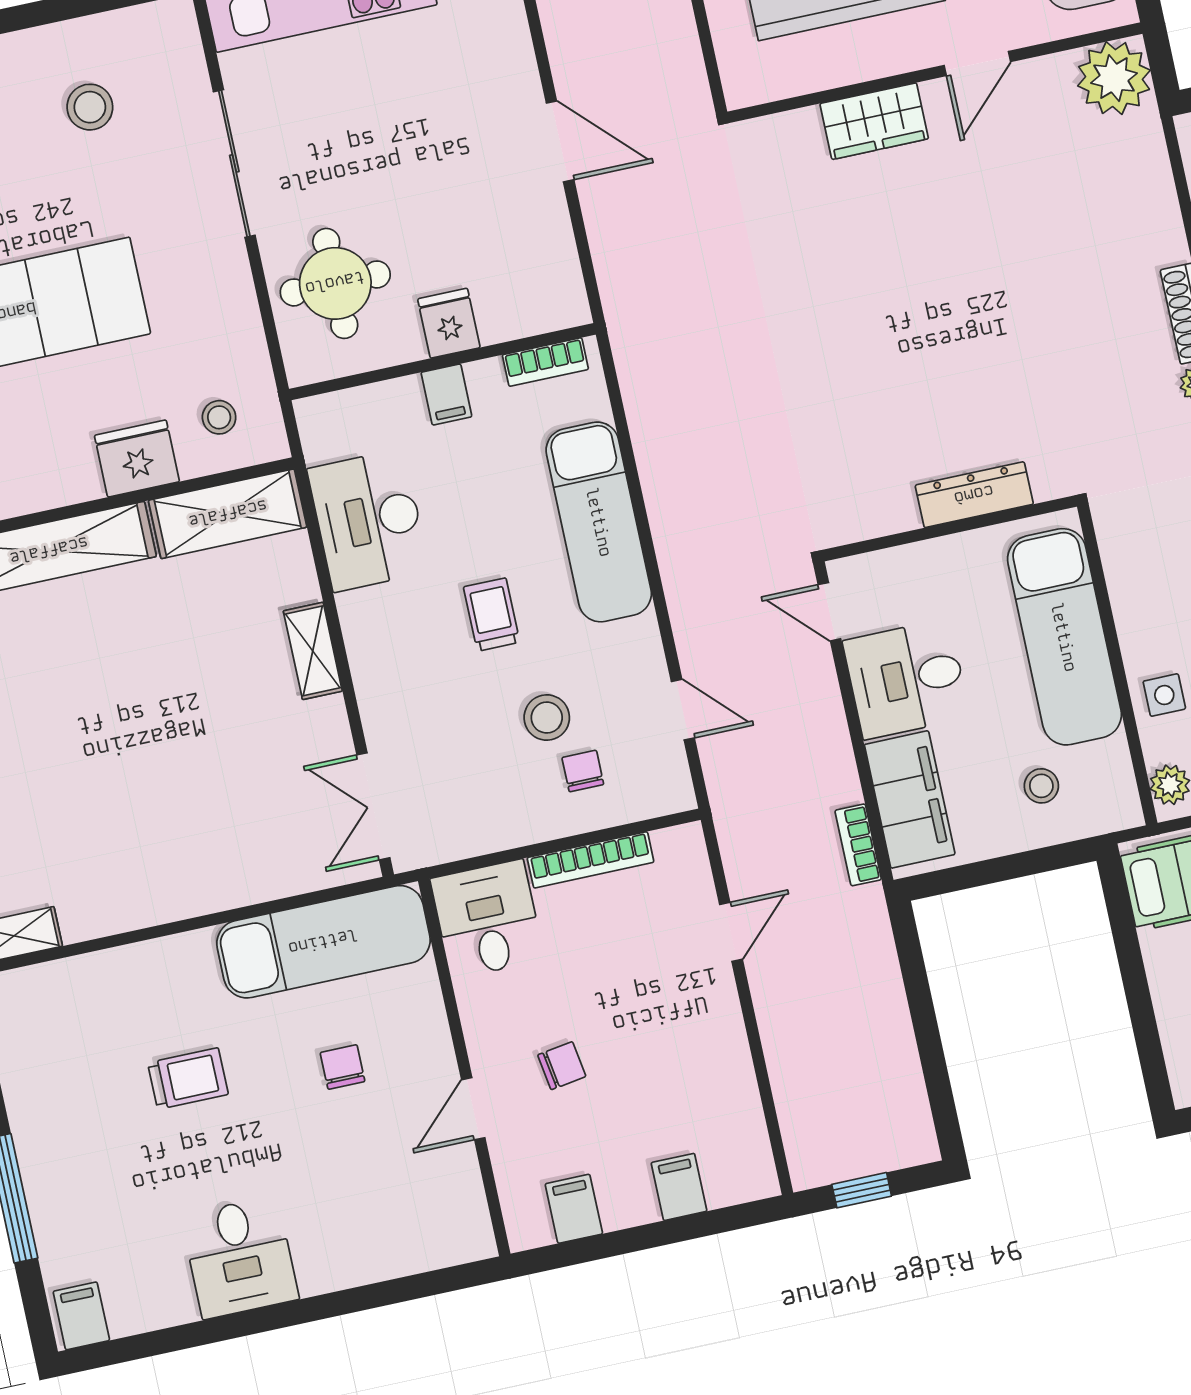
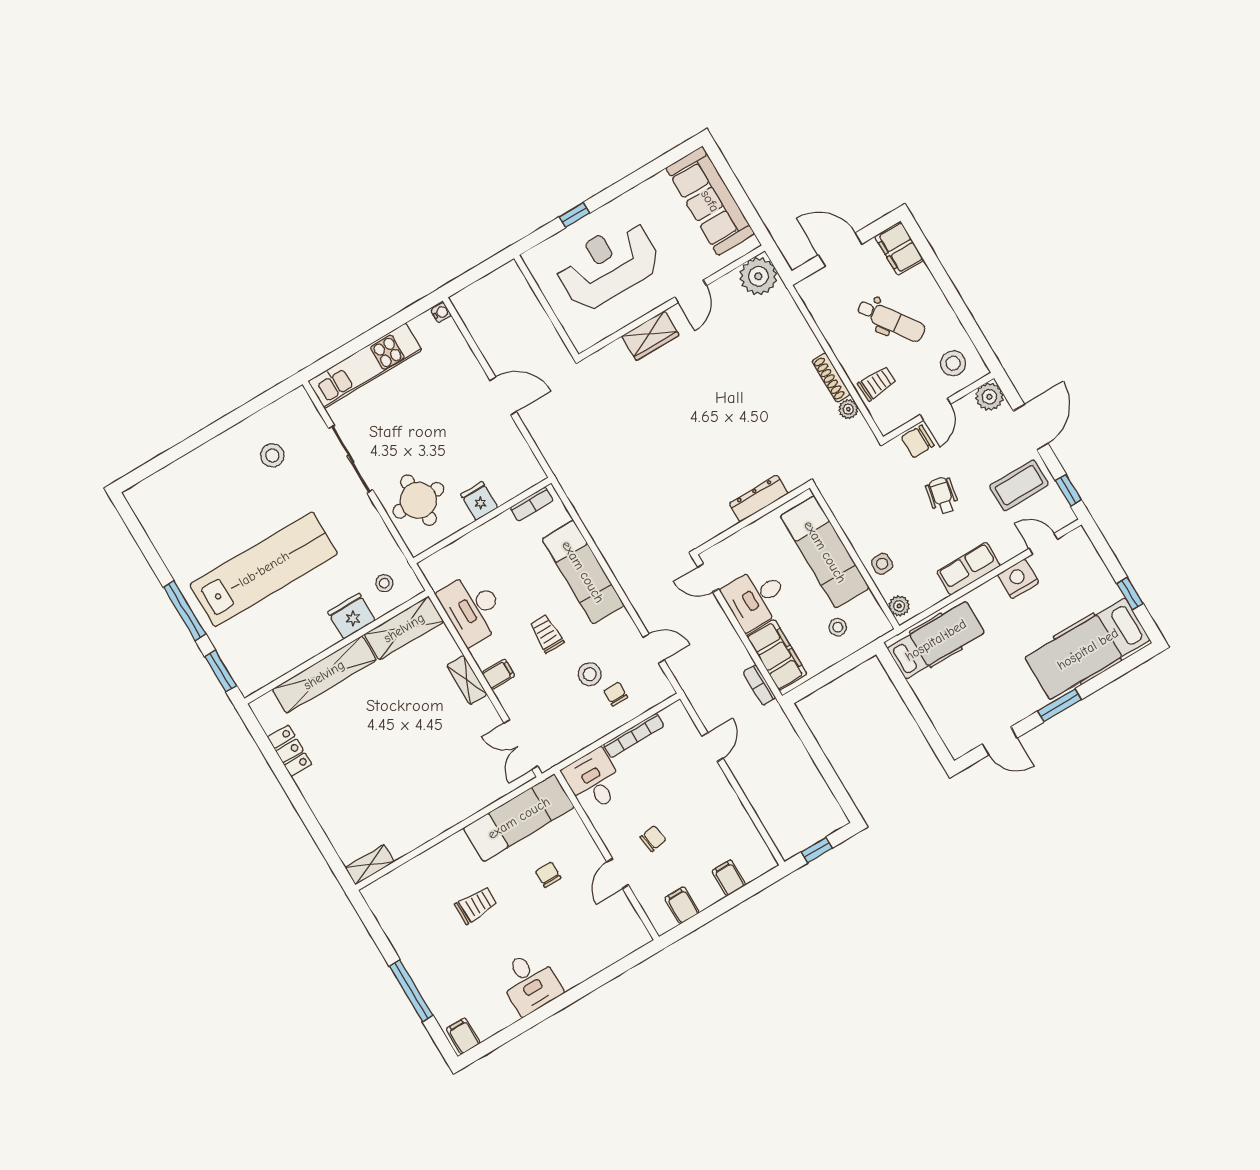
filing cabinet: (446, 395) -> (498, 674), moved, turned -90

